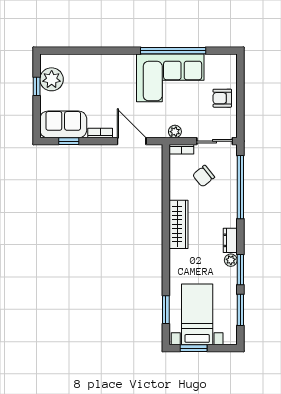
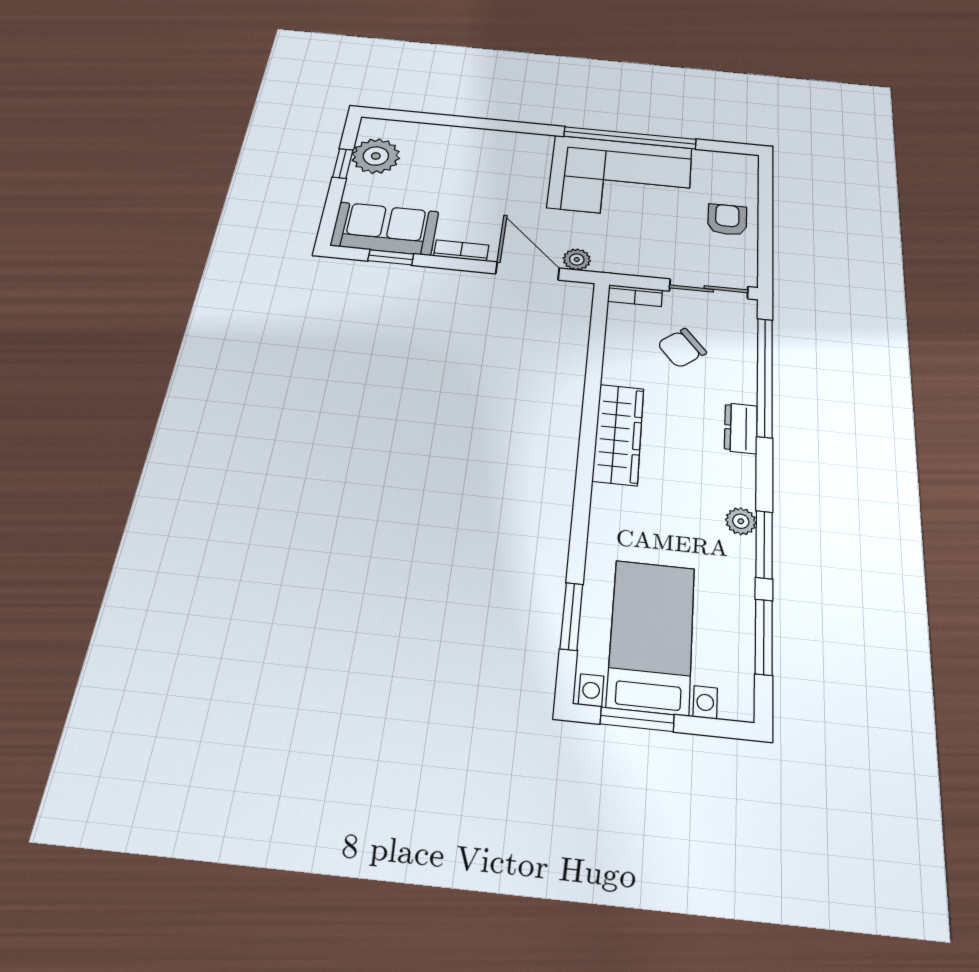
armchair: (222, 98) -> (727, 220), turned 90
plant: (175, 132) -> (577, 259), moved
dresser: (230, 240) -> (741, 428), moved

